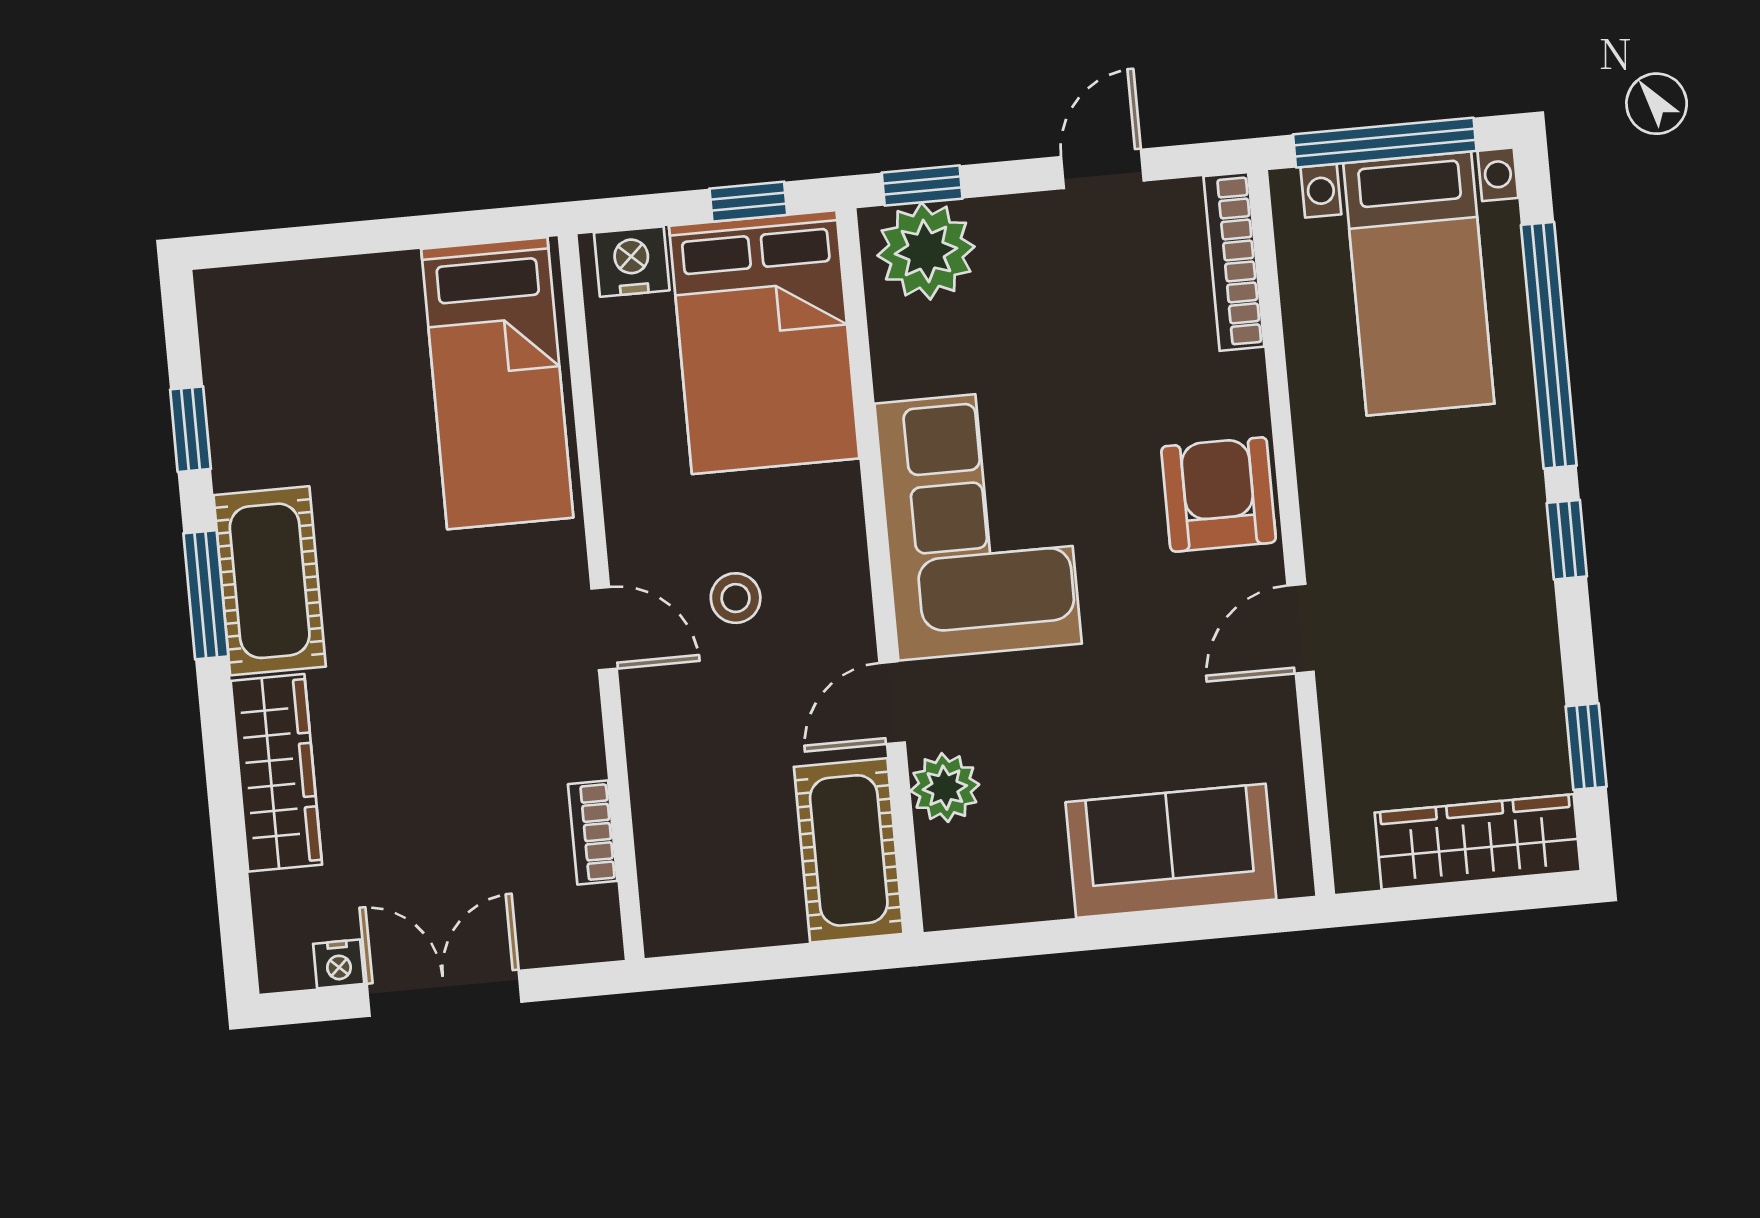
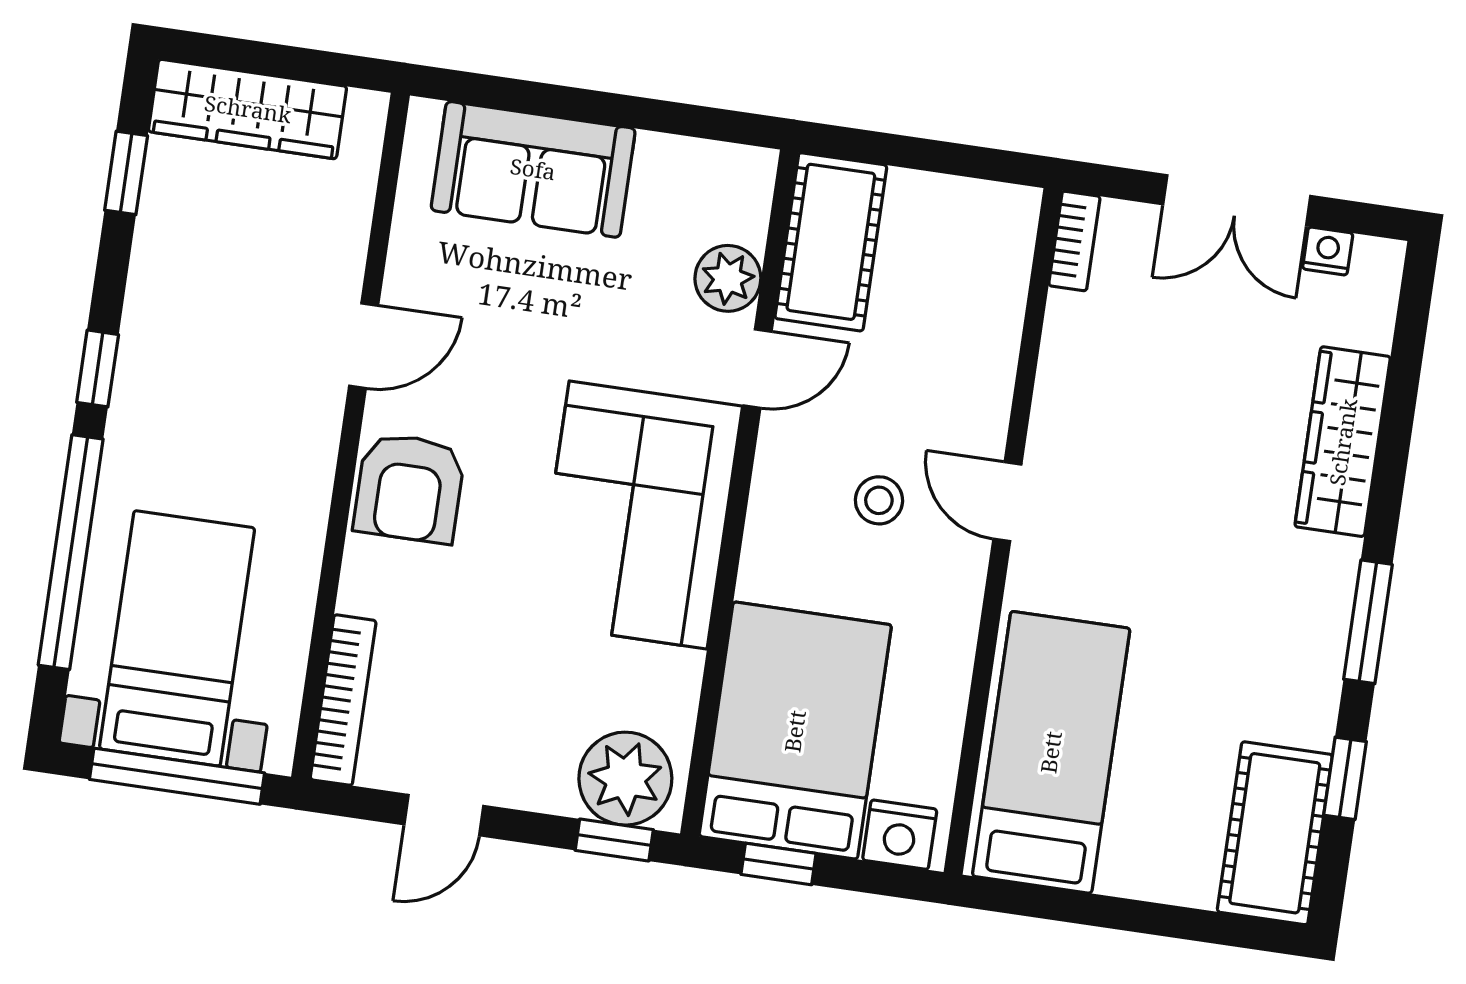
cot: (270, 581) -> (1275, 833), moved
bookcase: (593, 833) -> (1074, 241), moved

